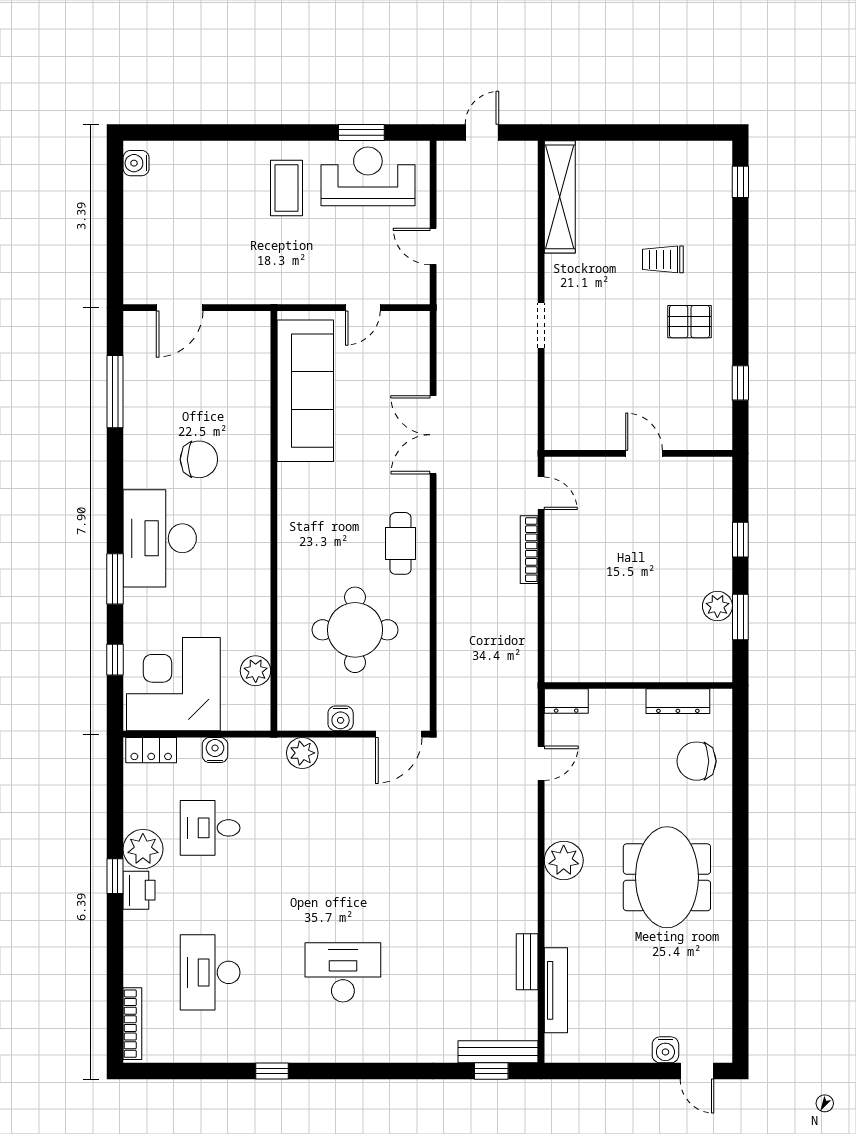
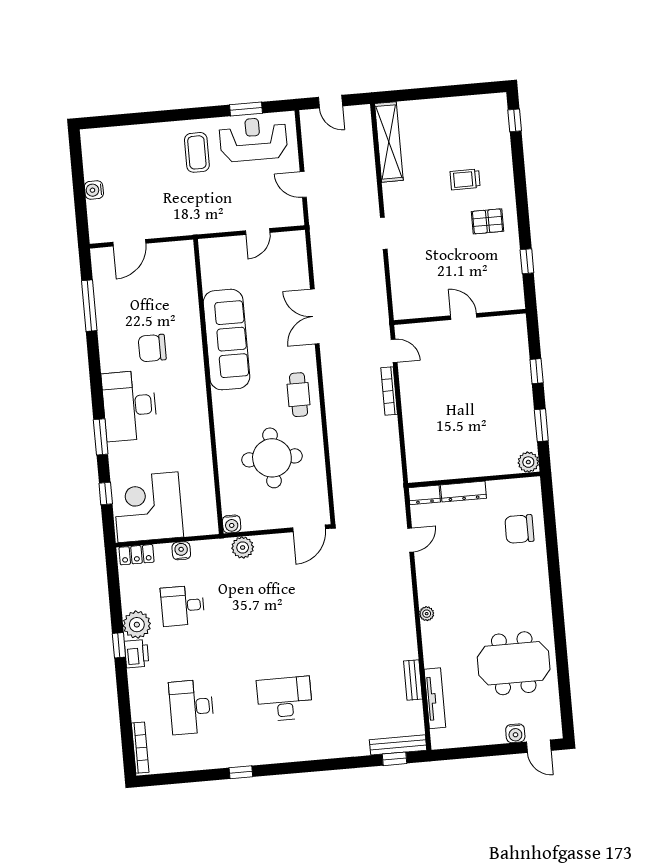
door: (482, 133) -> (330, 102), swing flipped
water cooler: (136, 163) -> (94, 190), moved
sofa: (305, 391) -> (226, 340), moved
chair: (199, 459) -> (152, 348), turned 180
plant: (717, 606) -> (528, 462), moved
plant: (256, 671) -> (205, 493), removed
dresser: (678, 701) -> (463, 492), moved
water cooler: (341, 718) -> (232, 524), moved
plant: (564, 860) -> (427, 614), width x0.53, depth x0.53
meeting table: (667, 877) -> (514, 663), moved, turned 90

